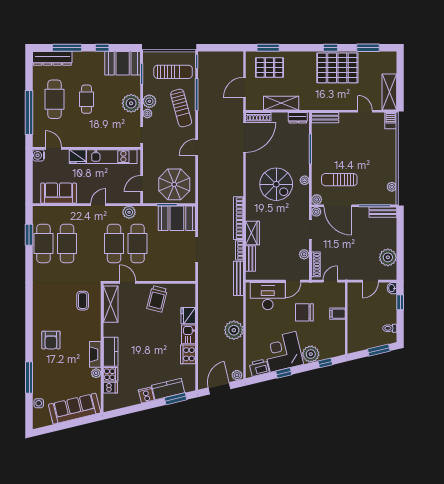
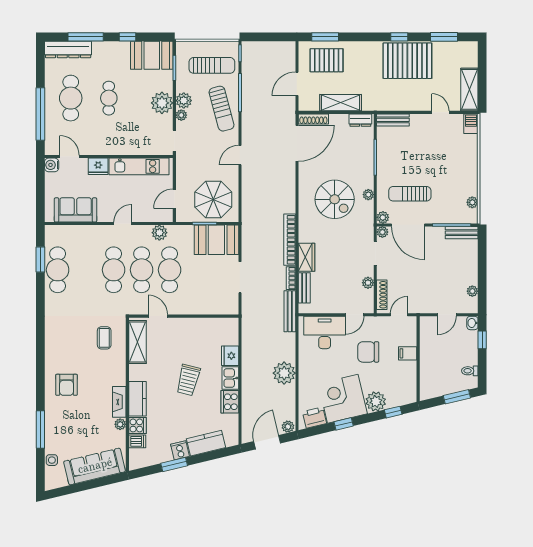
cafe table: (67, 243) -> (114, 270), moved
plant: (388, 257) -> (472, 291), width x0.53, depth x0.53
trolley: (157, 299) -> (188, 380), moved
window: (176, 399) -> (174, 464), moved

